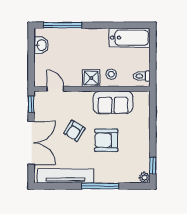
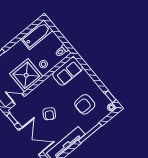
shower: (91, 78) -> (26, 75), width x1.86, depth x1.86
sofa: (113, 102) -> (68, 71), moved
armchair: (106, 140) -> (85, 104), moved

